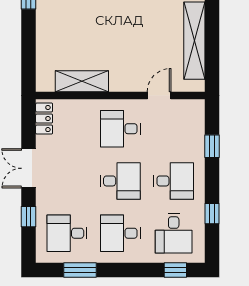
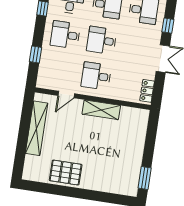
shelving: (82, 81) -> (101, 110), moved
desk: (120, 129) -> (96, 76), turned 180

